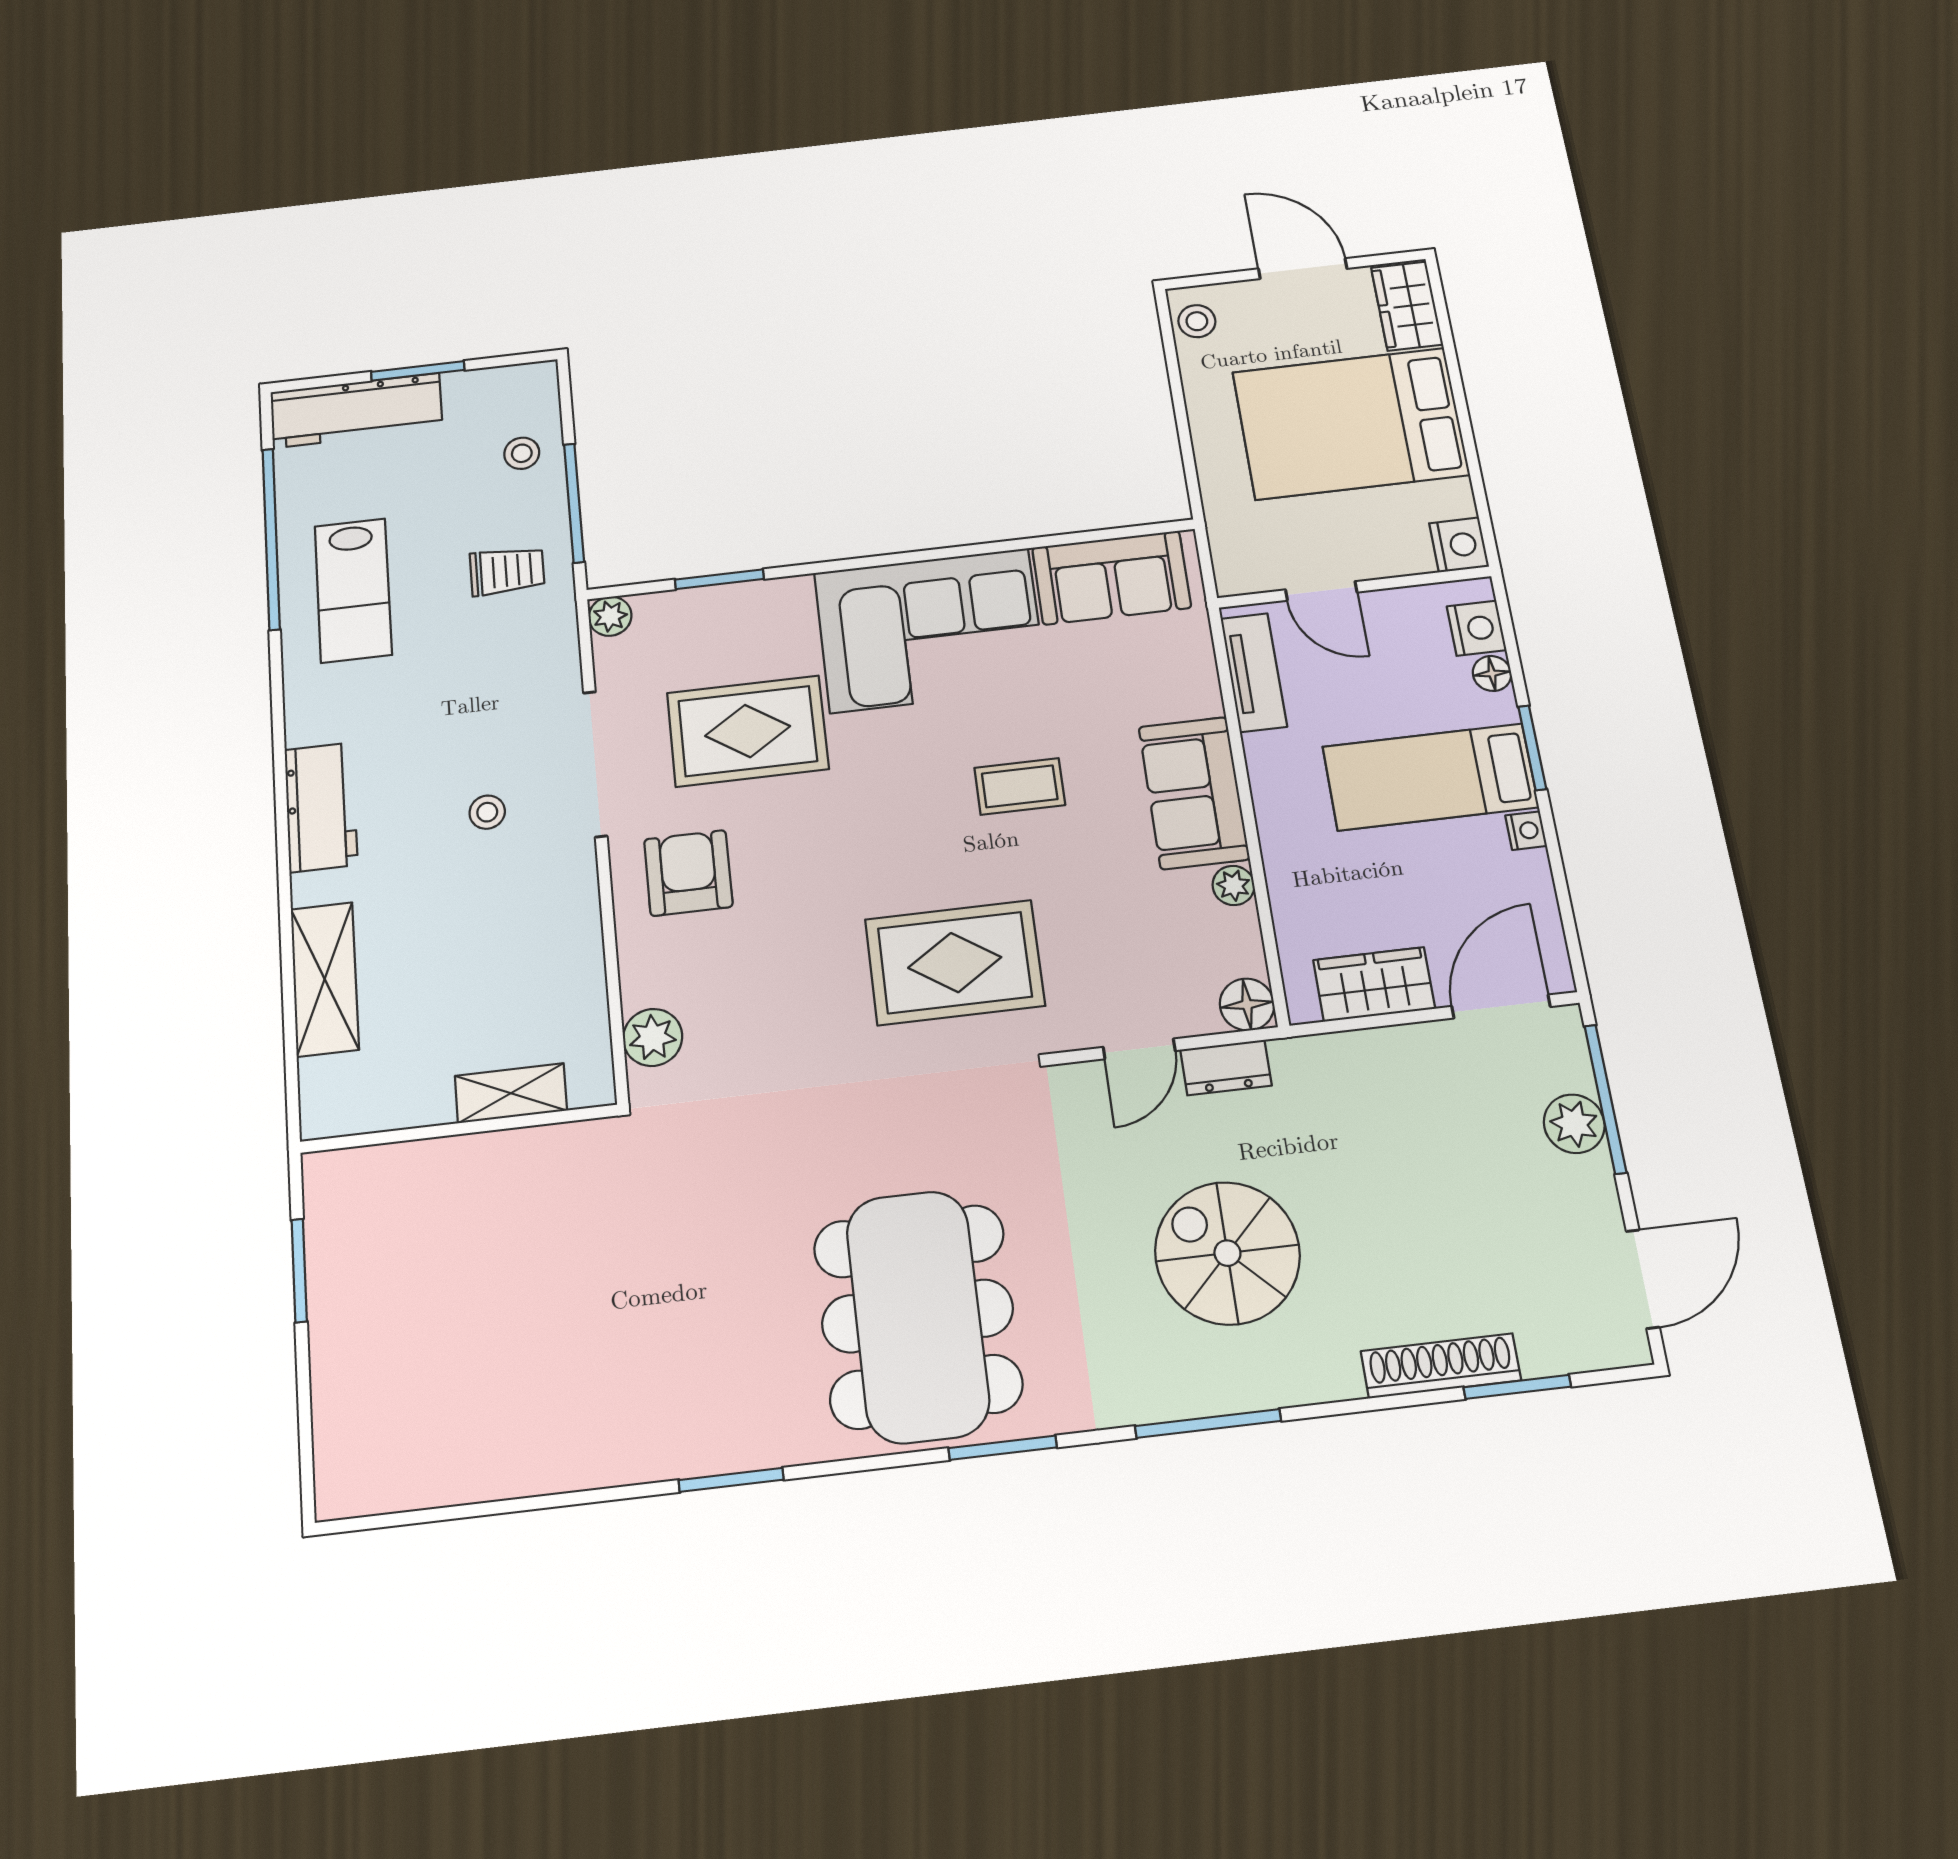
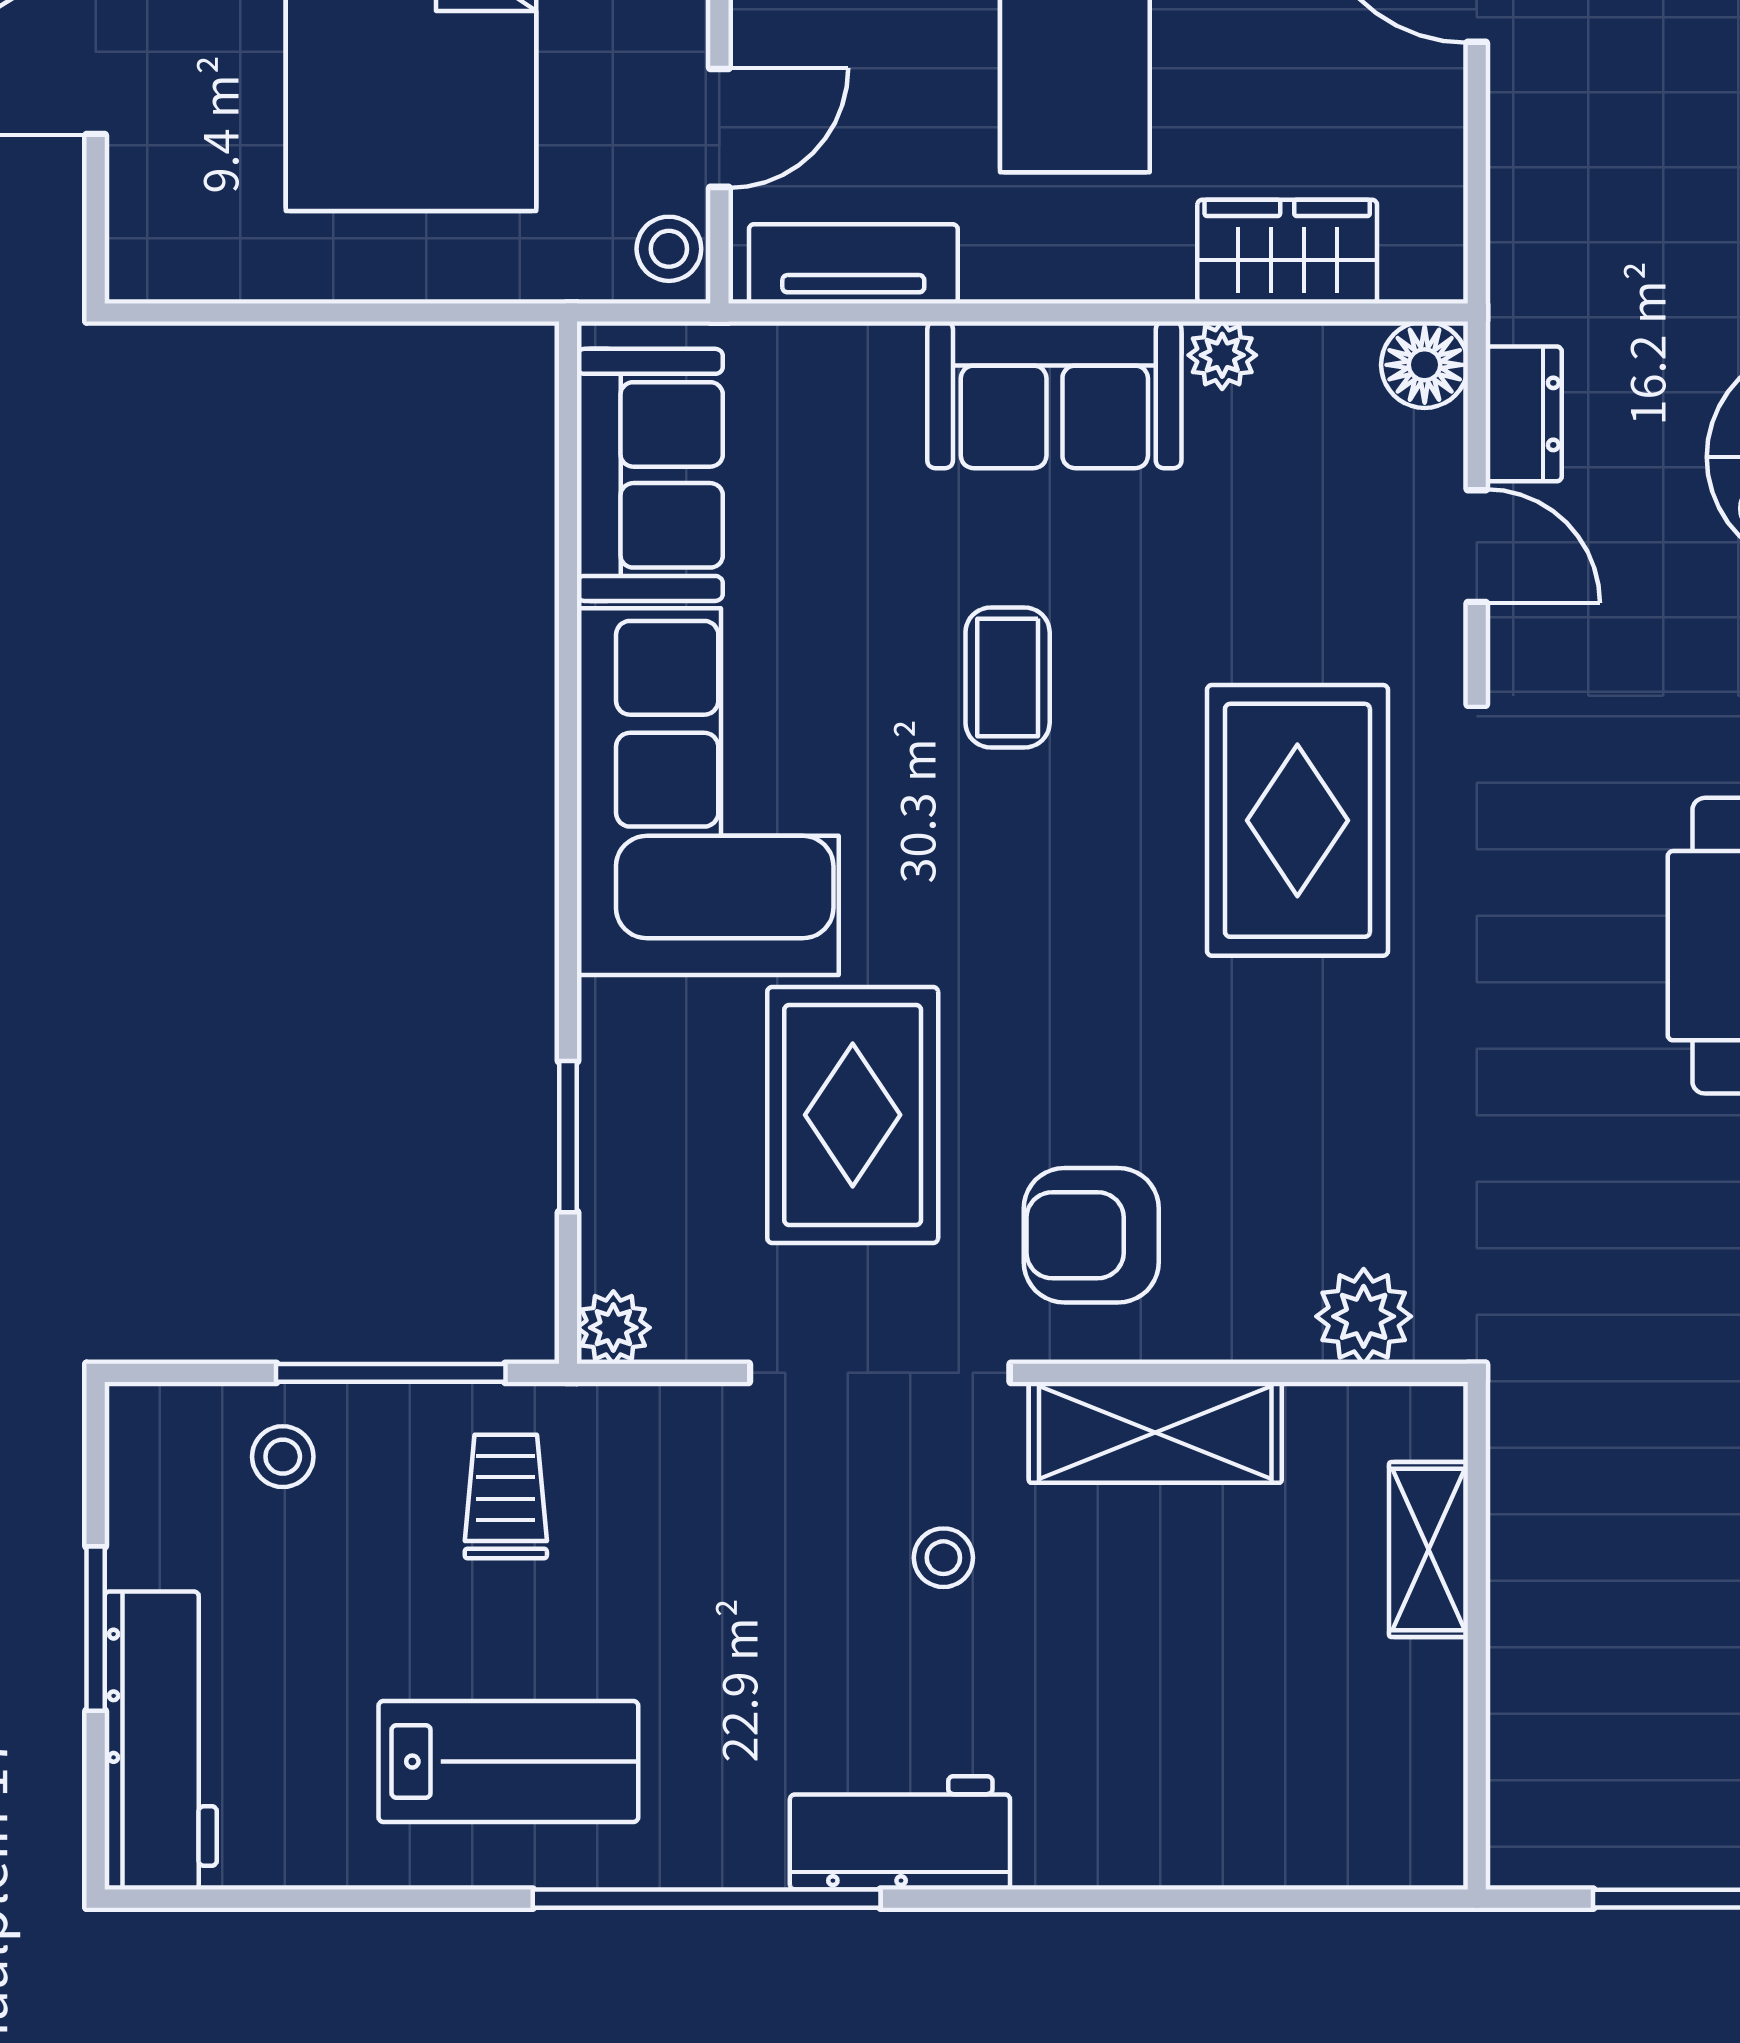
stool: (1197, 321) -> (669, 249), moved
window: (271, 539) -> (707, 1899), moved
shelving: (325, 979) -> (1155, 1432), moved
wardrobe: (1374, 984) -> (1287, 252), moved, turned 90

